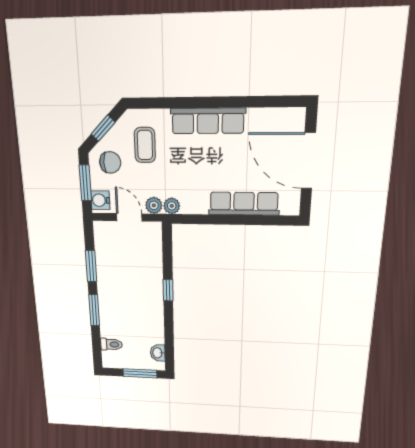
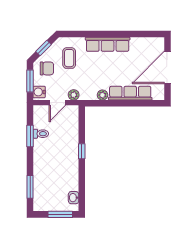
door: (308, 161) -> (168, 67), hinge flipped
plant: (172, 206) -> (102, 95), moved
door: (129, 217) -> (57, 103), swing flipped
window: (94, 310) -> (30, 187), moved
toilet: (111, 344) -> (41, 134), moved

